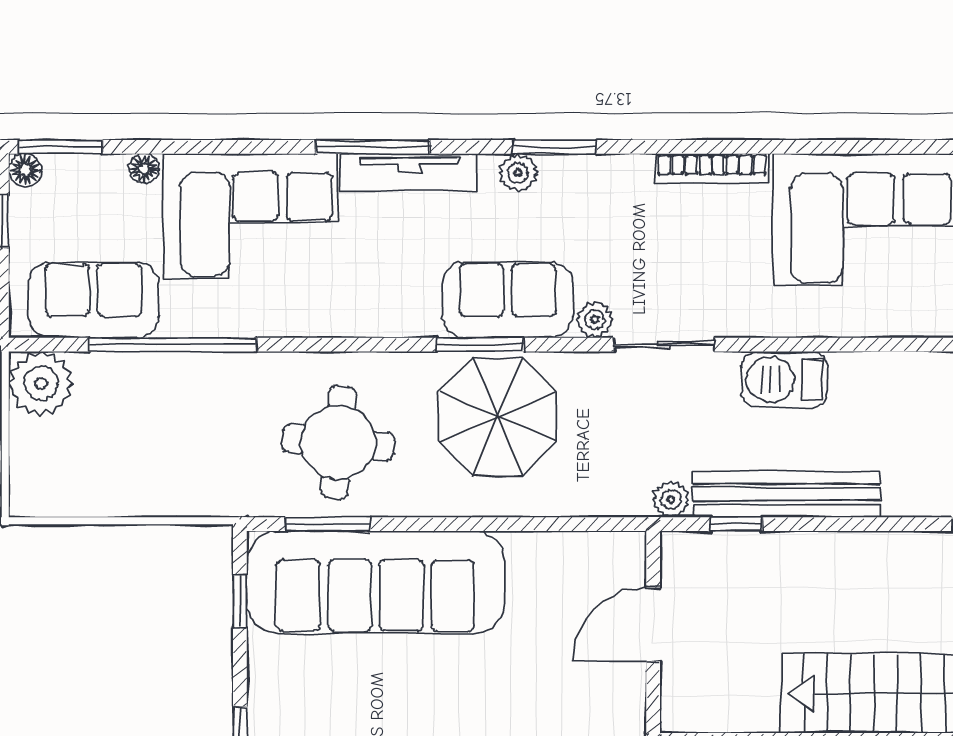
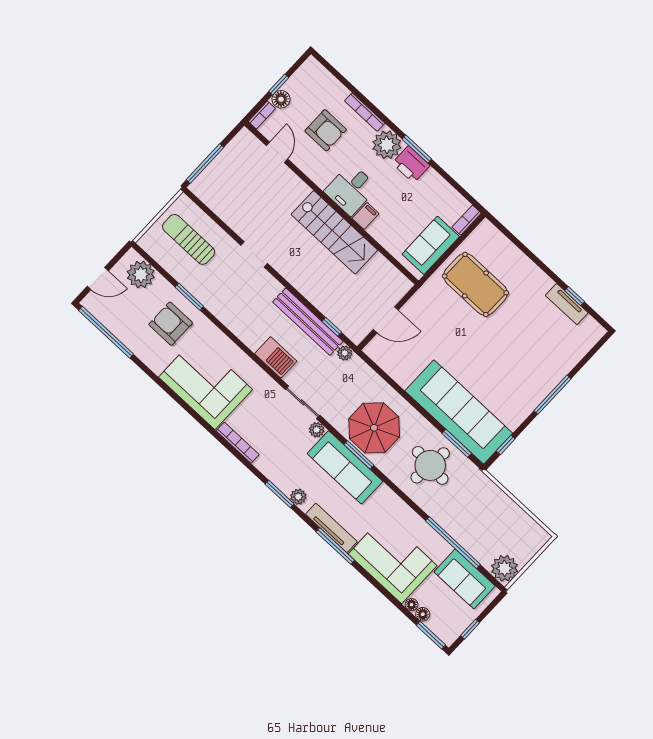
floor lamp: (25, 170) -> (423, 614), moved
sofa: (507, 300) -> (345, 467), width x1.36

